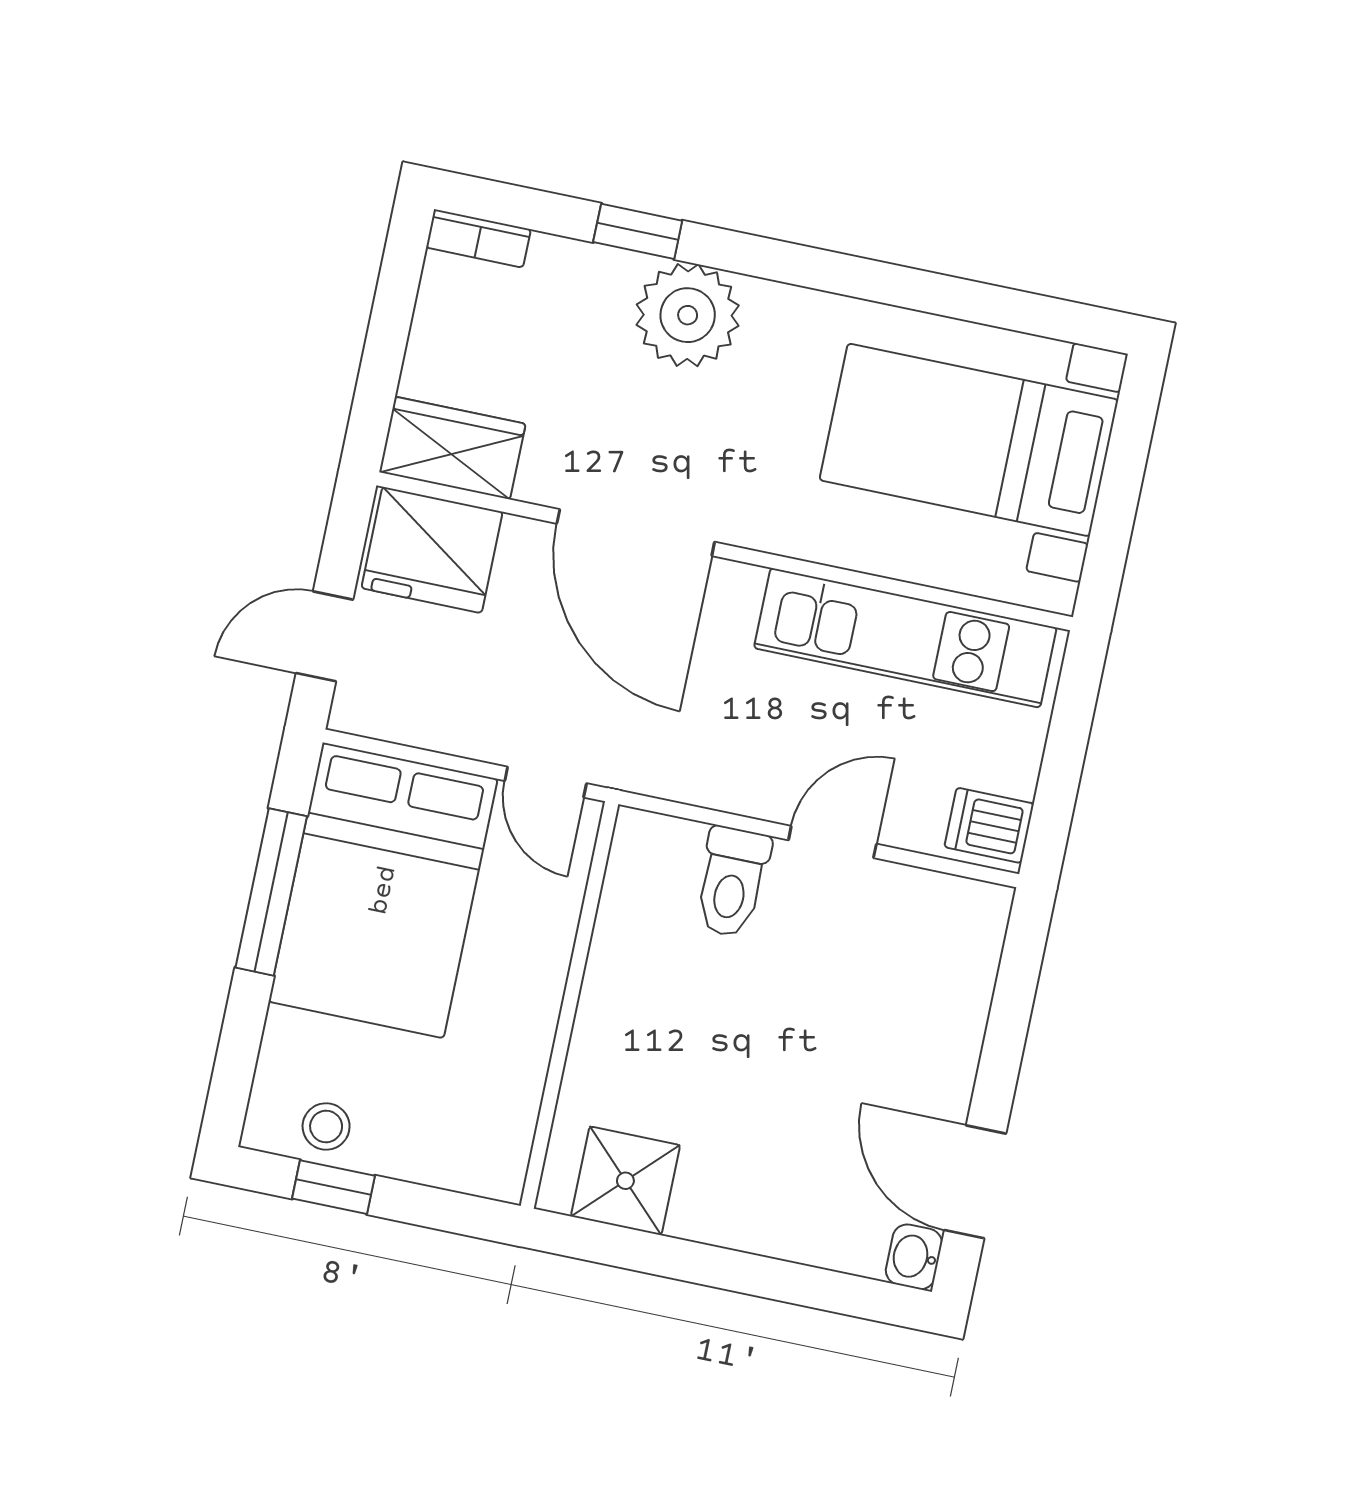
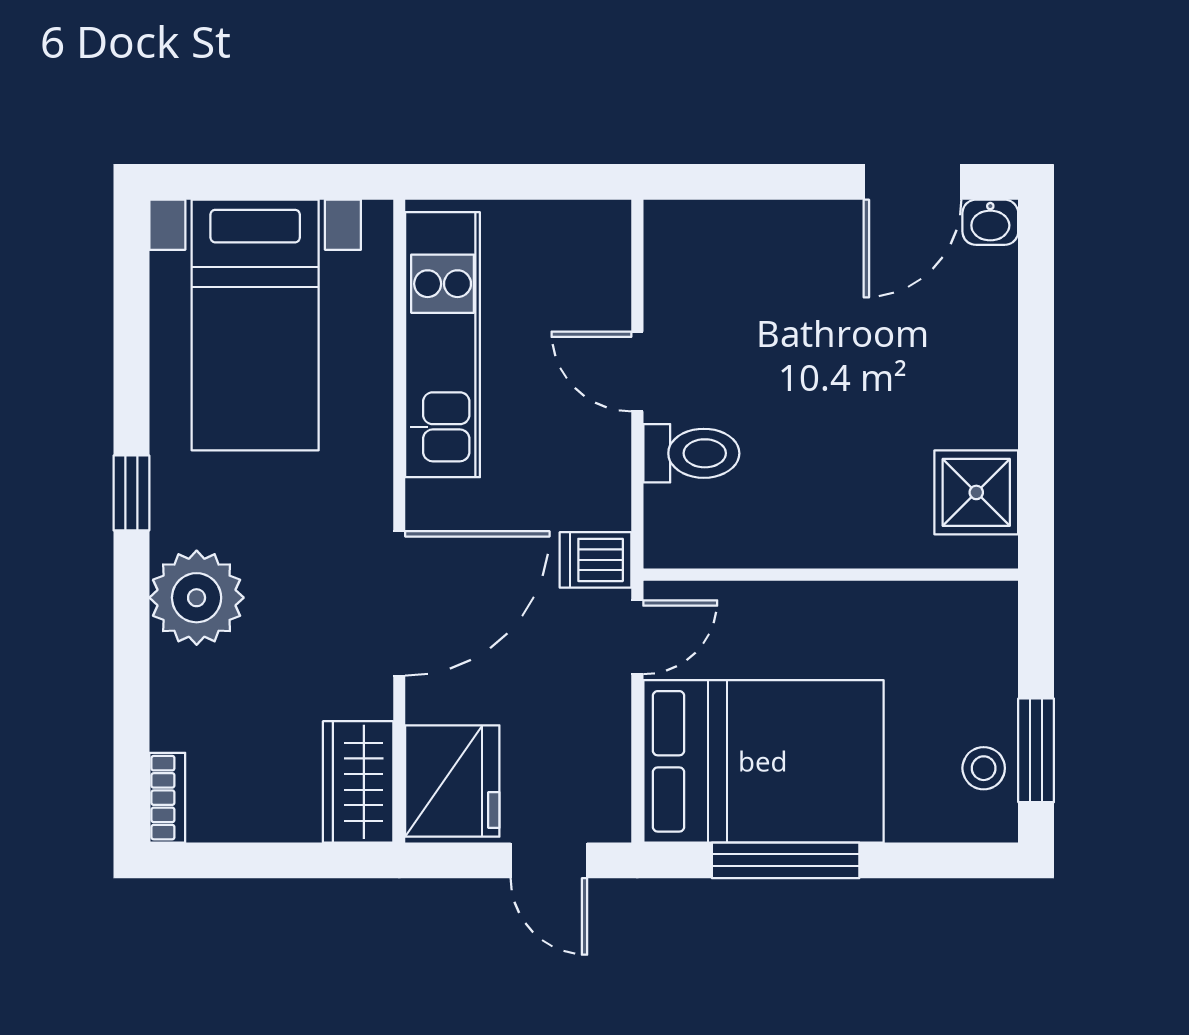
window: (638, 231) -> (131, 493), moved
dishwasher: (989, 825) -> (596, 560), moved, turned 90
window: (334, 1187) -> (1036, 750), width x1.50

